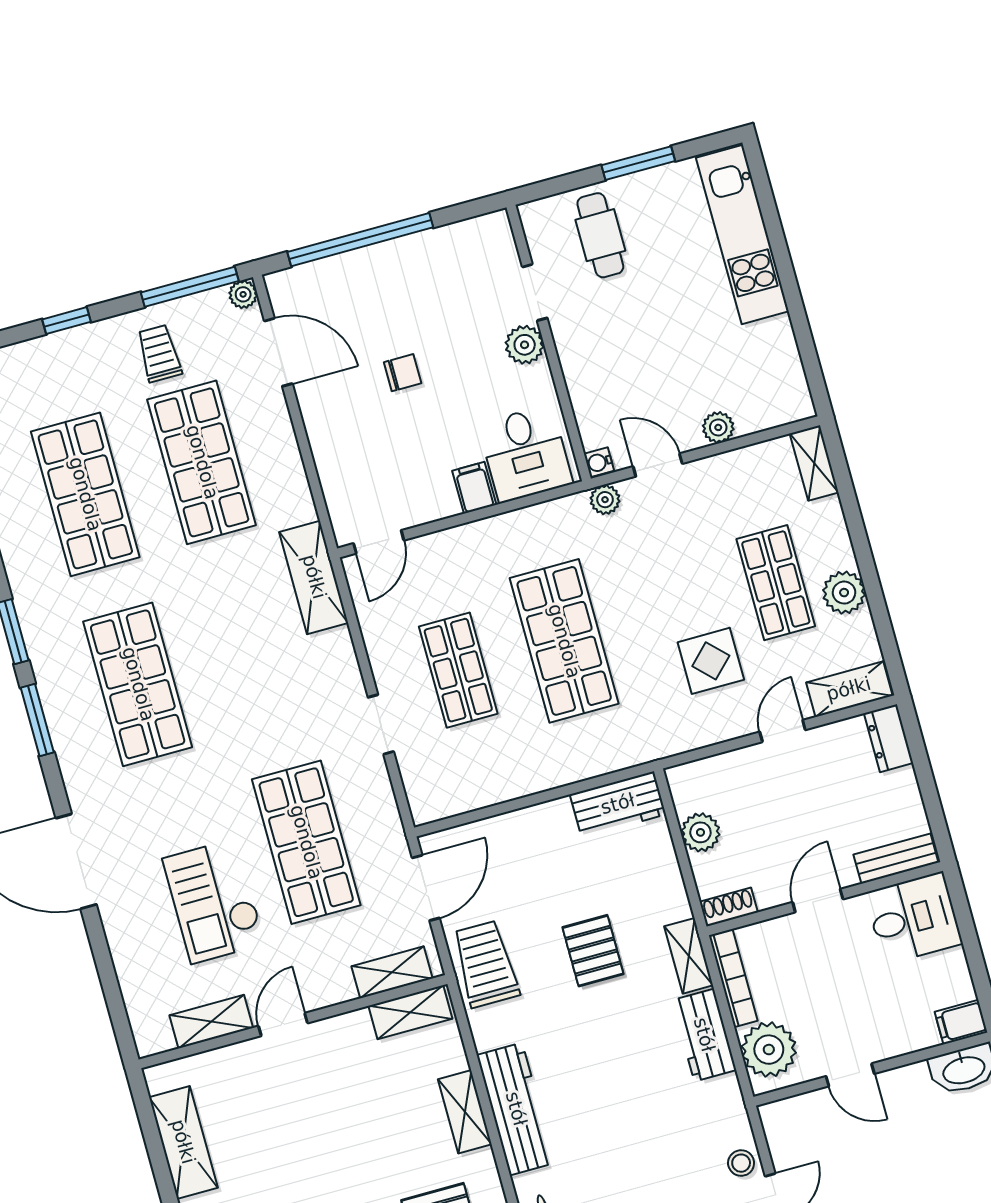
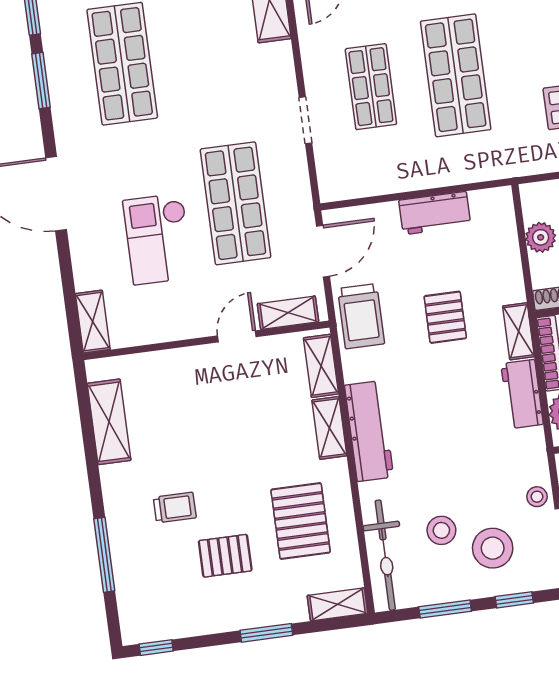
workbench: (618, 804) -> (435, 213), moved
trolley: (486, 964) -> (361, 316), turned 180
shelving: (410, 1012) -> (321, 366), moved, turned 90
shelving: (211, 1022) -> (93, 322), moved, turned 90
door: (283, 1025) -> (237, 336), moved

